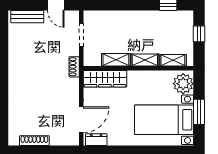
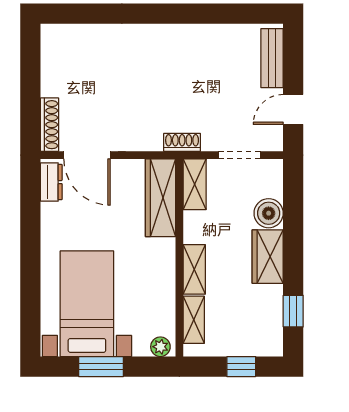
boiler: (114, 19) -> (269, 213), added
wardrobe: (138, 19) -> (268, 257), added
shelving: (116, 60) -> (195, 184), moved
plant: (183, 84) -> (160, 347), width x0.53, depth x0.53
shoe rack: (34, 141) -> (50, 125), moved

